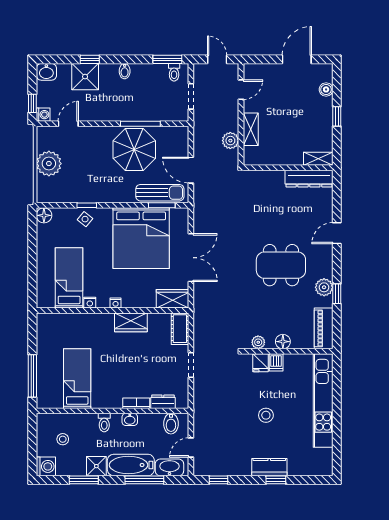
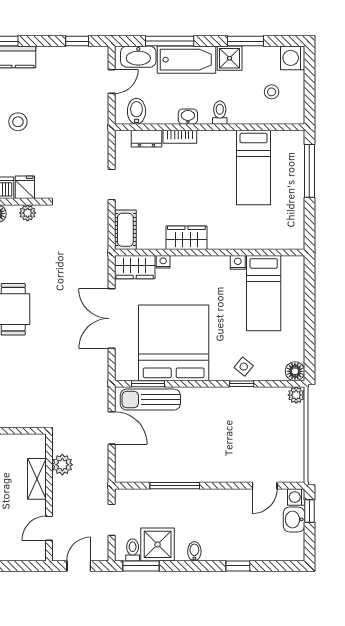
door: (217, 59) -> (79, 566), swing flipped
washbasin: (46, 72) -> (294, 519), moved, turned -90
shower: (85, 77) -> (158, 544), moved
parasol: (134, 150) -> (182, 453), removed
plant: (49, 164) -> (296, 395), moved, width x0.53, depth x0.53
nightstand: (116, 303) -> (163, 262), moved

